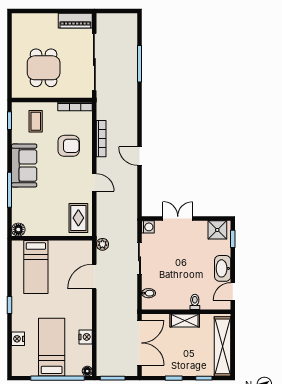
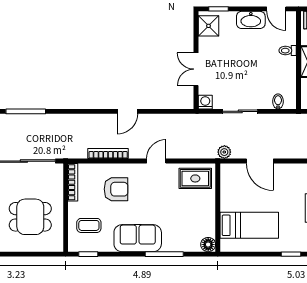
armchair: (69, 146) -> (116, 189), turned 90

